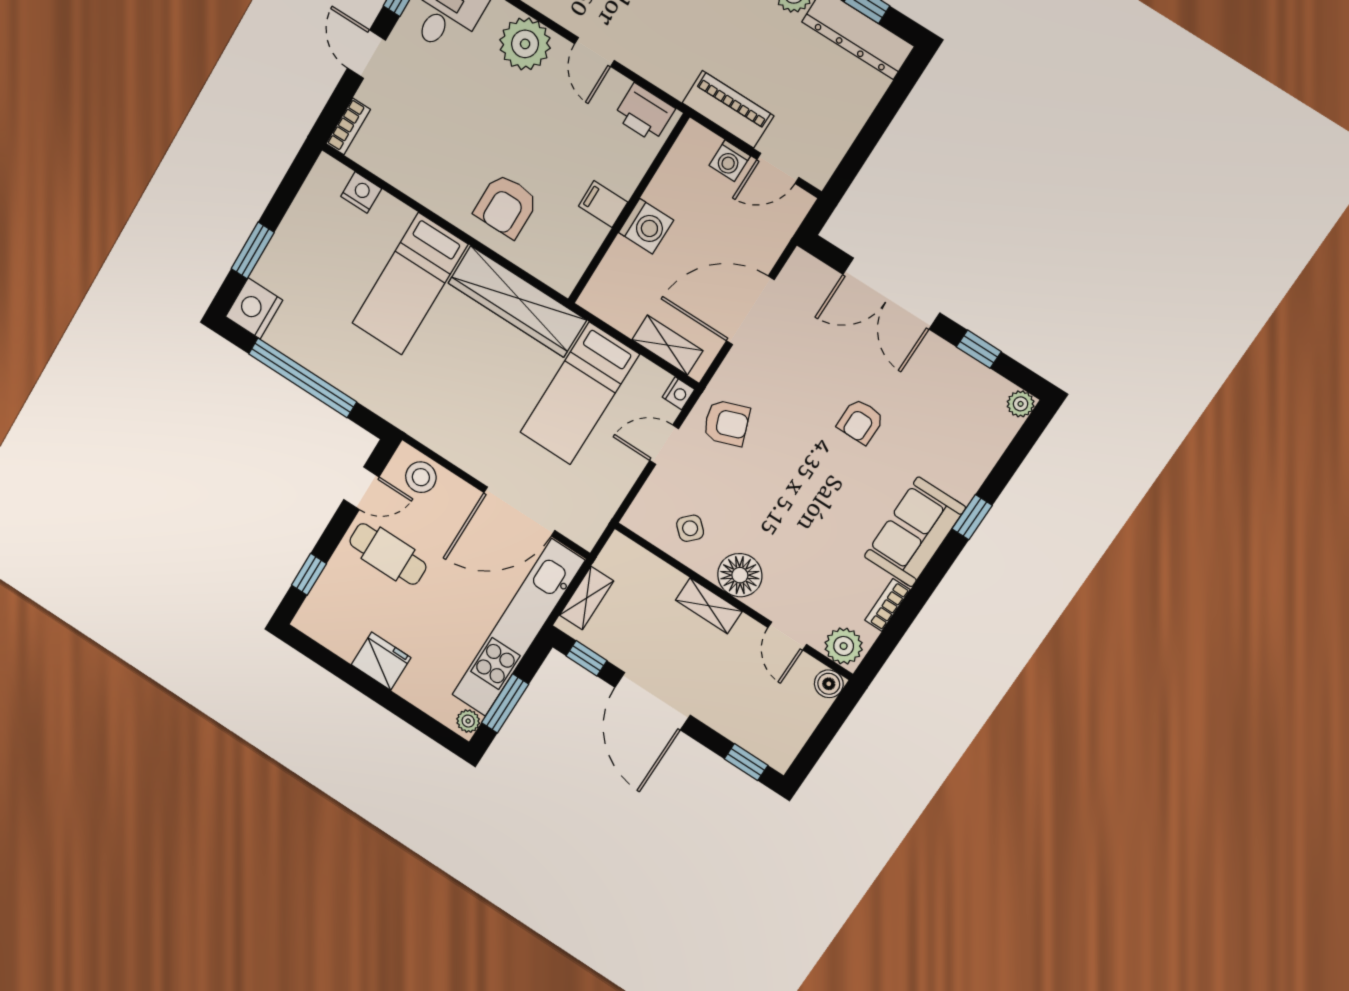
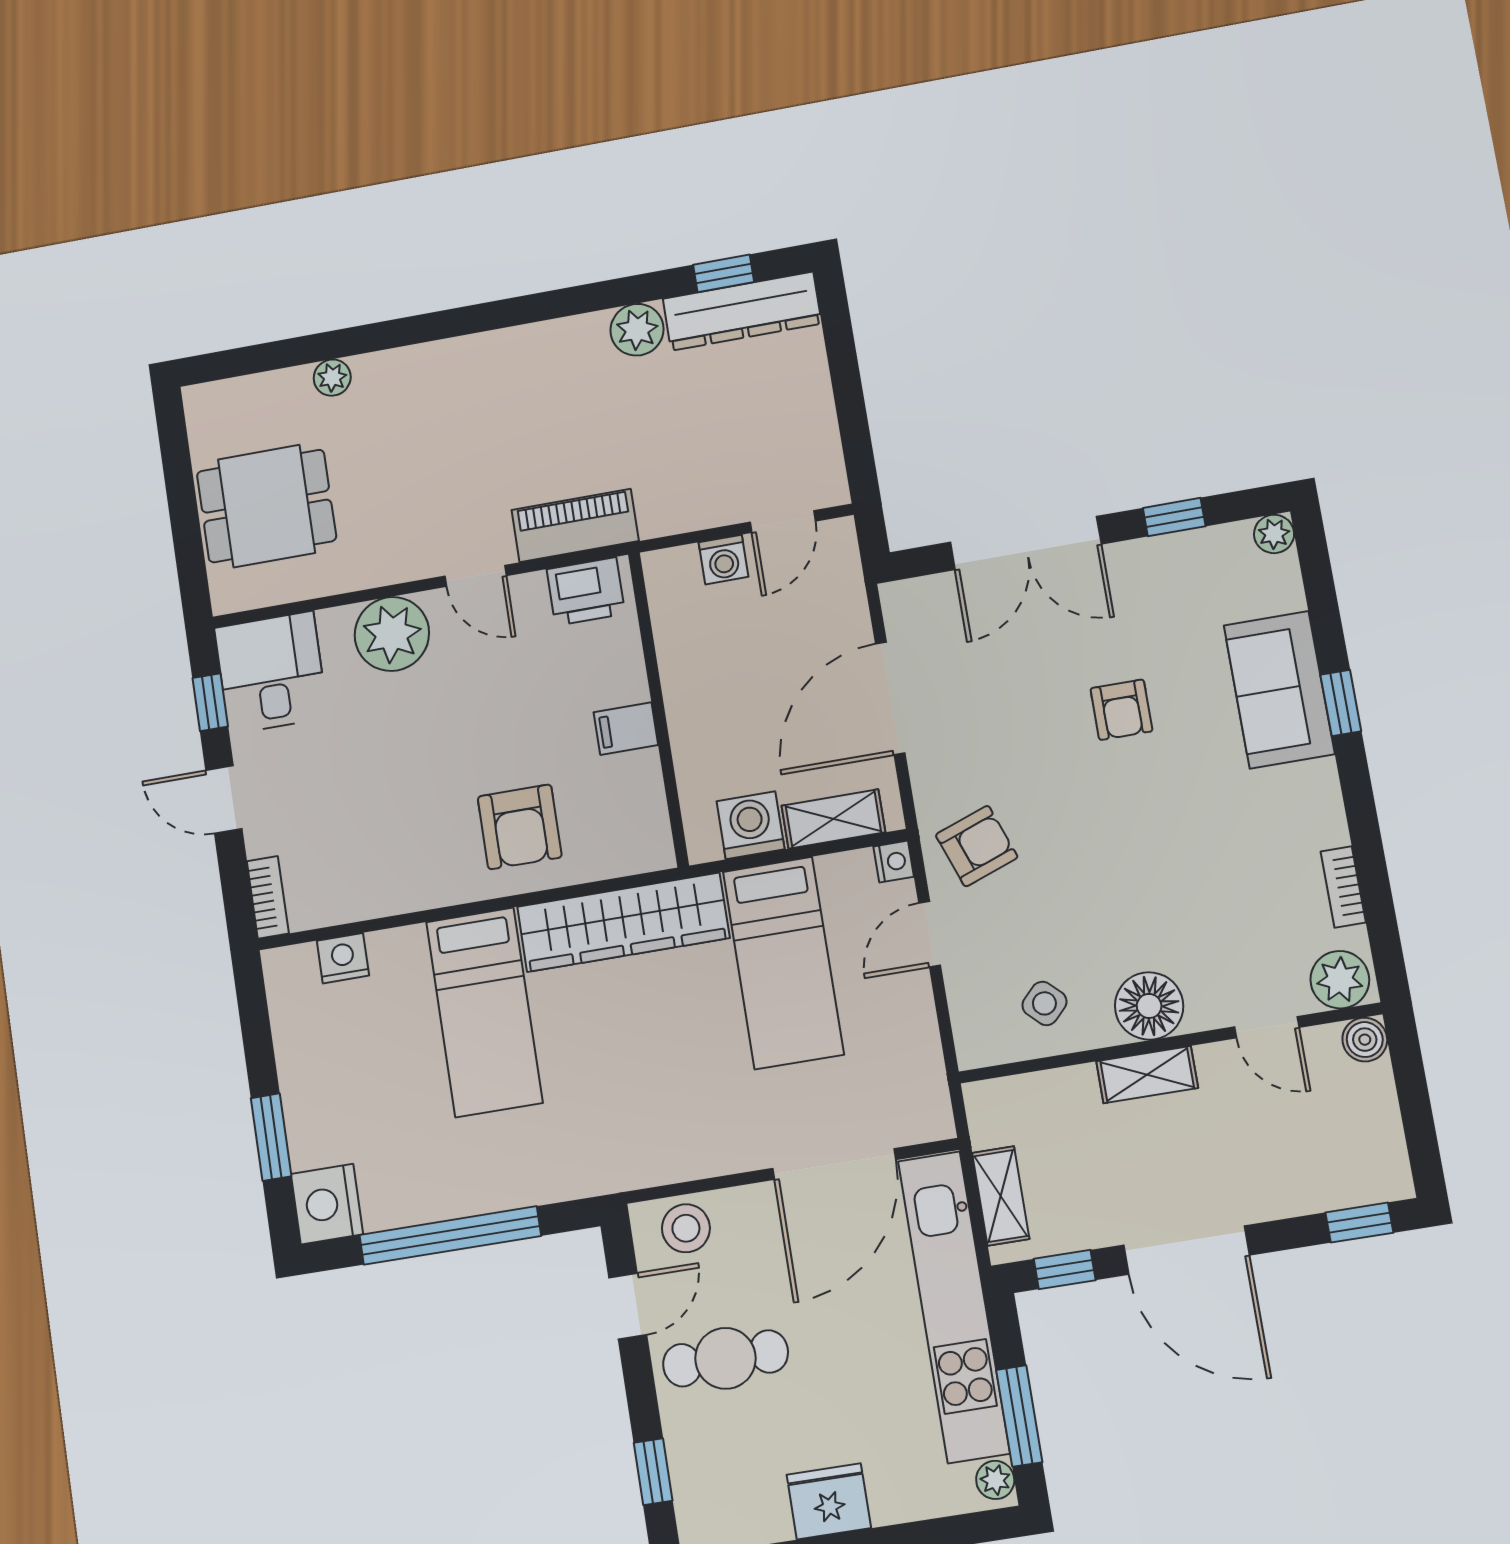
piano: (728, 109) -> (575, 525), moved
washing machine: (646, 226) -> (751, 825), moved, turned -90
sofa: (915, 532) -> (1279, 690), moved

